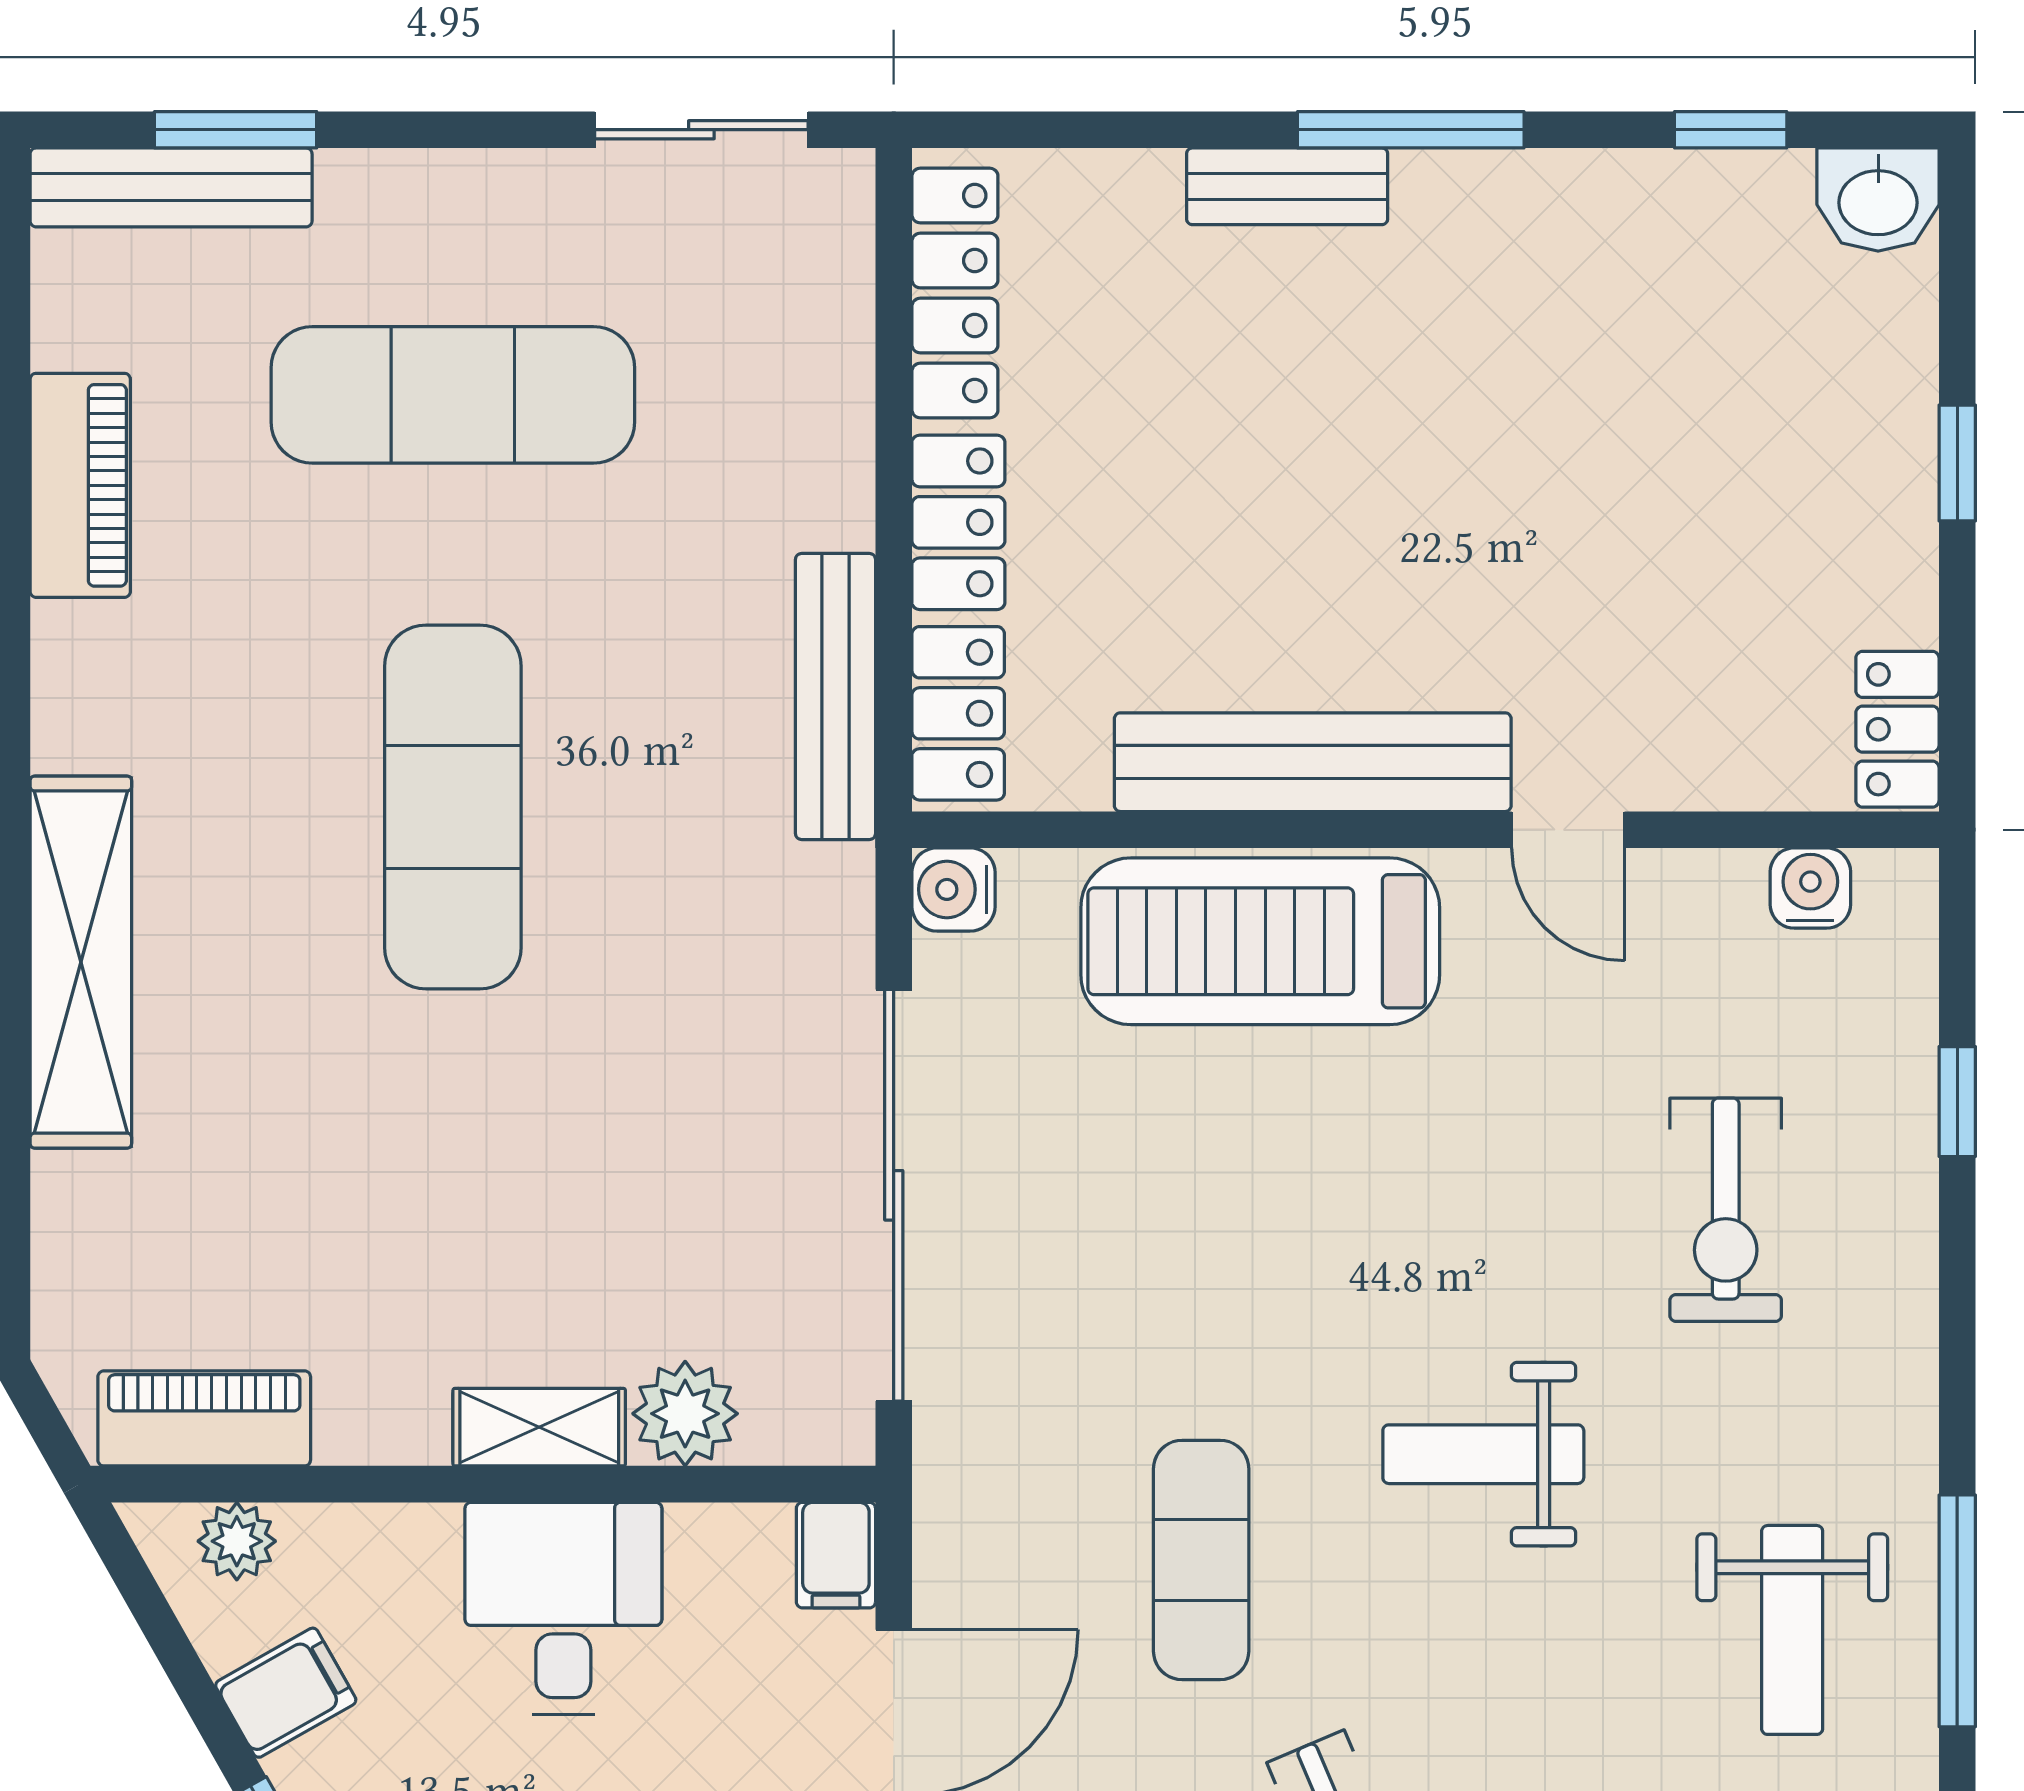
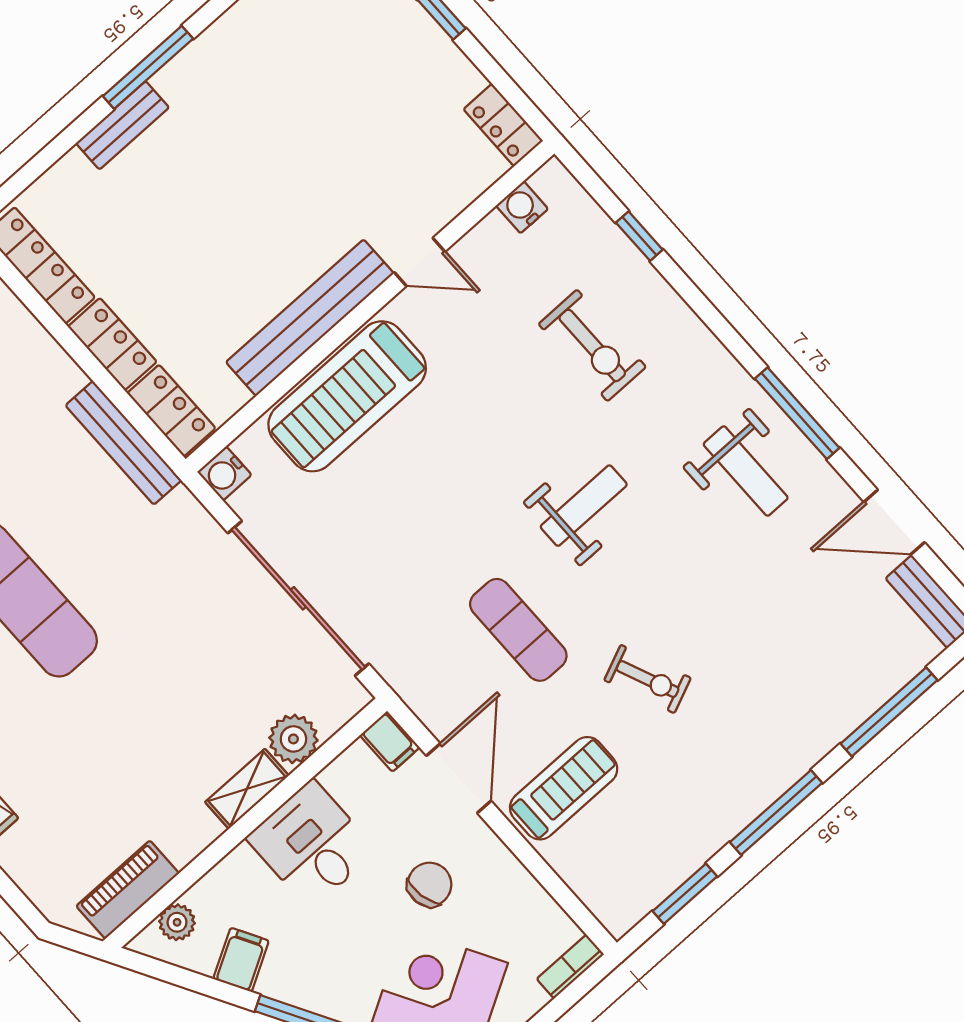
weight bench: (1483, 1454) -> (584, 506), turned 180

